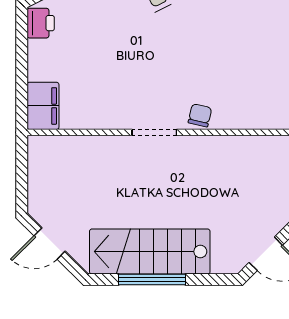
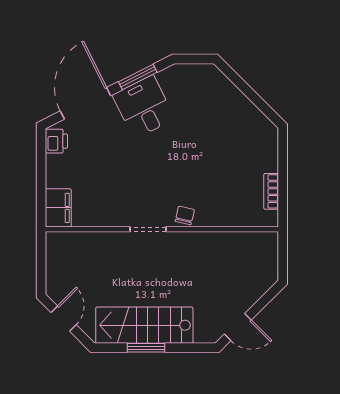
door: (50, 243) -> (64, 319), swing flipped
window: (152, 280) -> (146, 348), width x0.69

